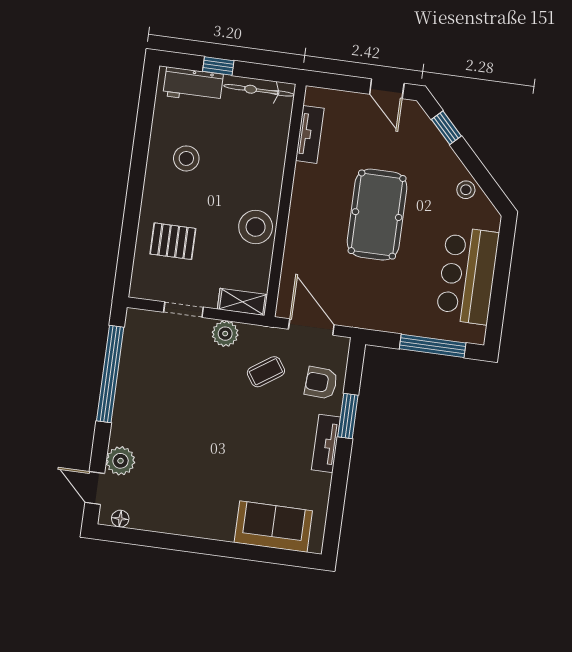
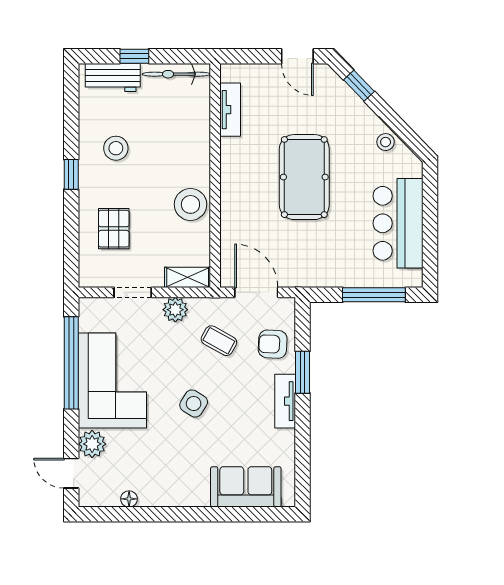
window: (136, 179) -> (71, 174), added
pallet: (173, 241) -> (114, 229), turned 90
coffee table: (266, 372) -> (219, 341), turned 63
corner sofa: (150, 398) -> (112, 381), added
side table: (231, 433) -> (194, 404), added
floor lamp: (120, 519) -> (129, 499), moved

